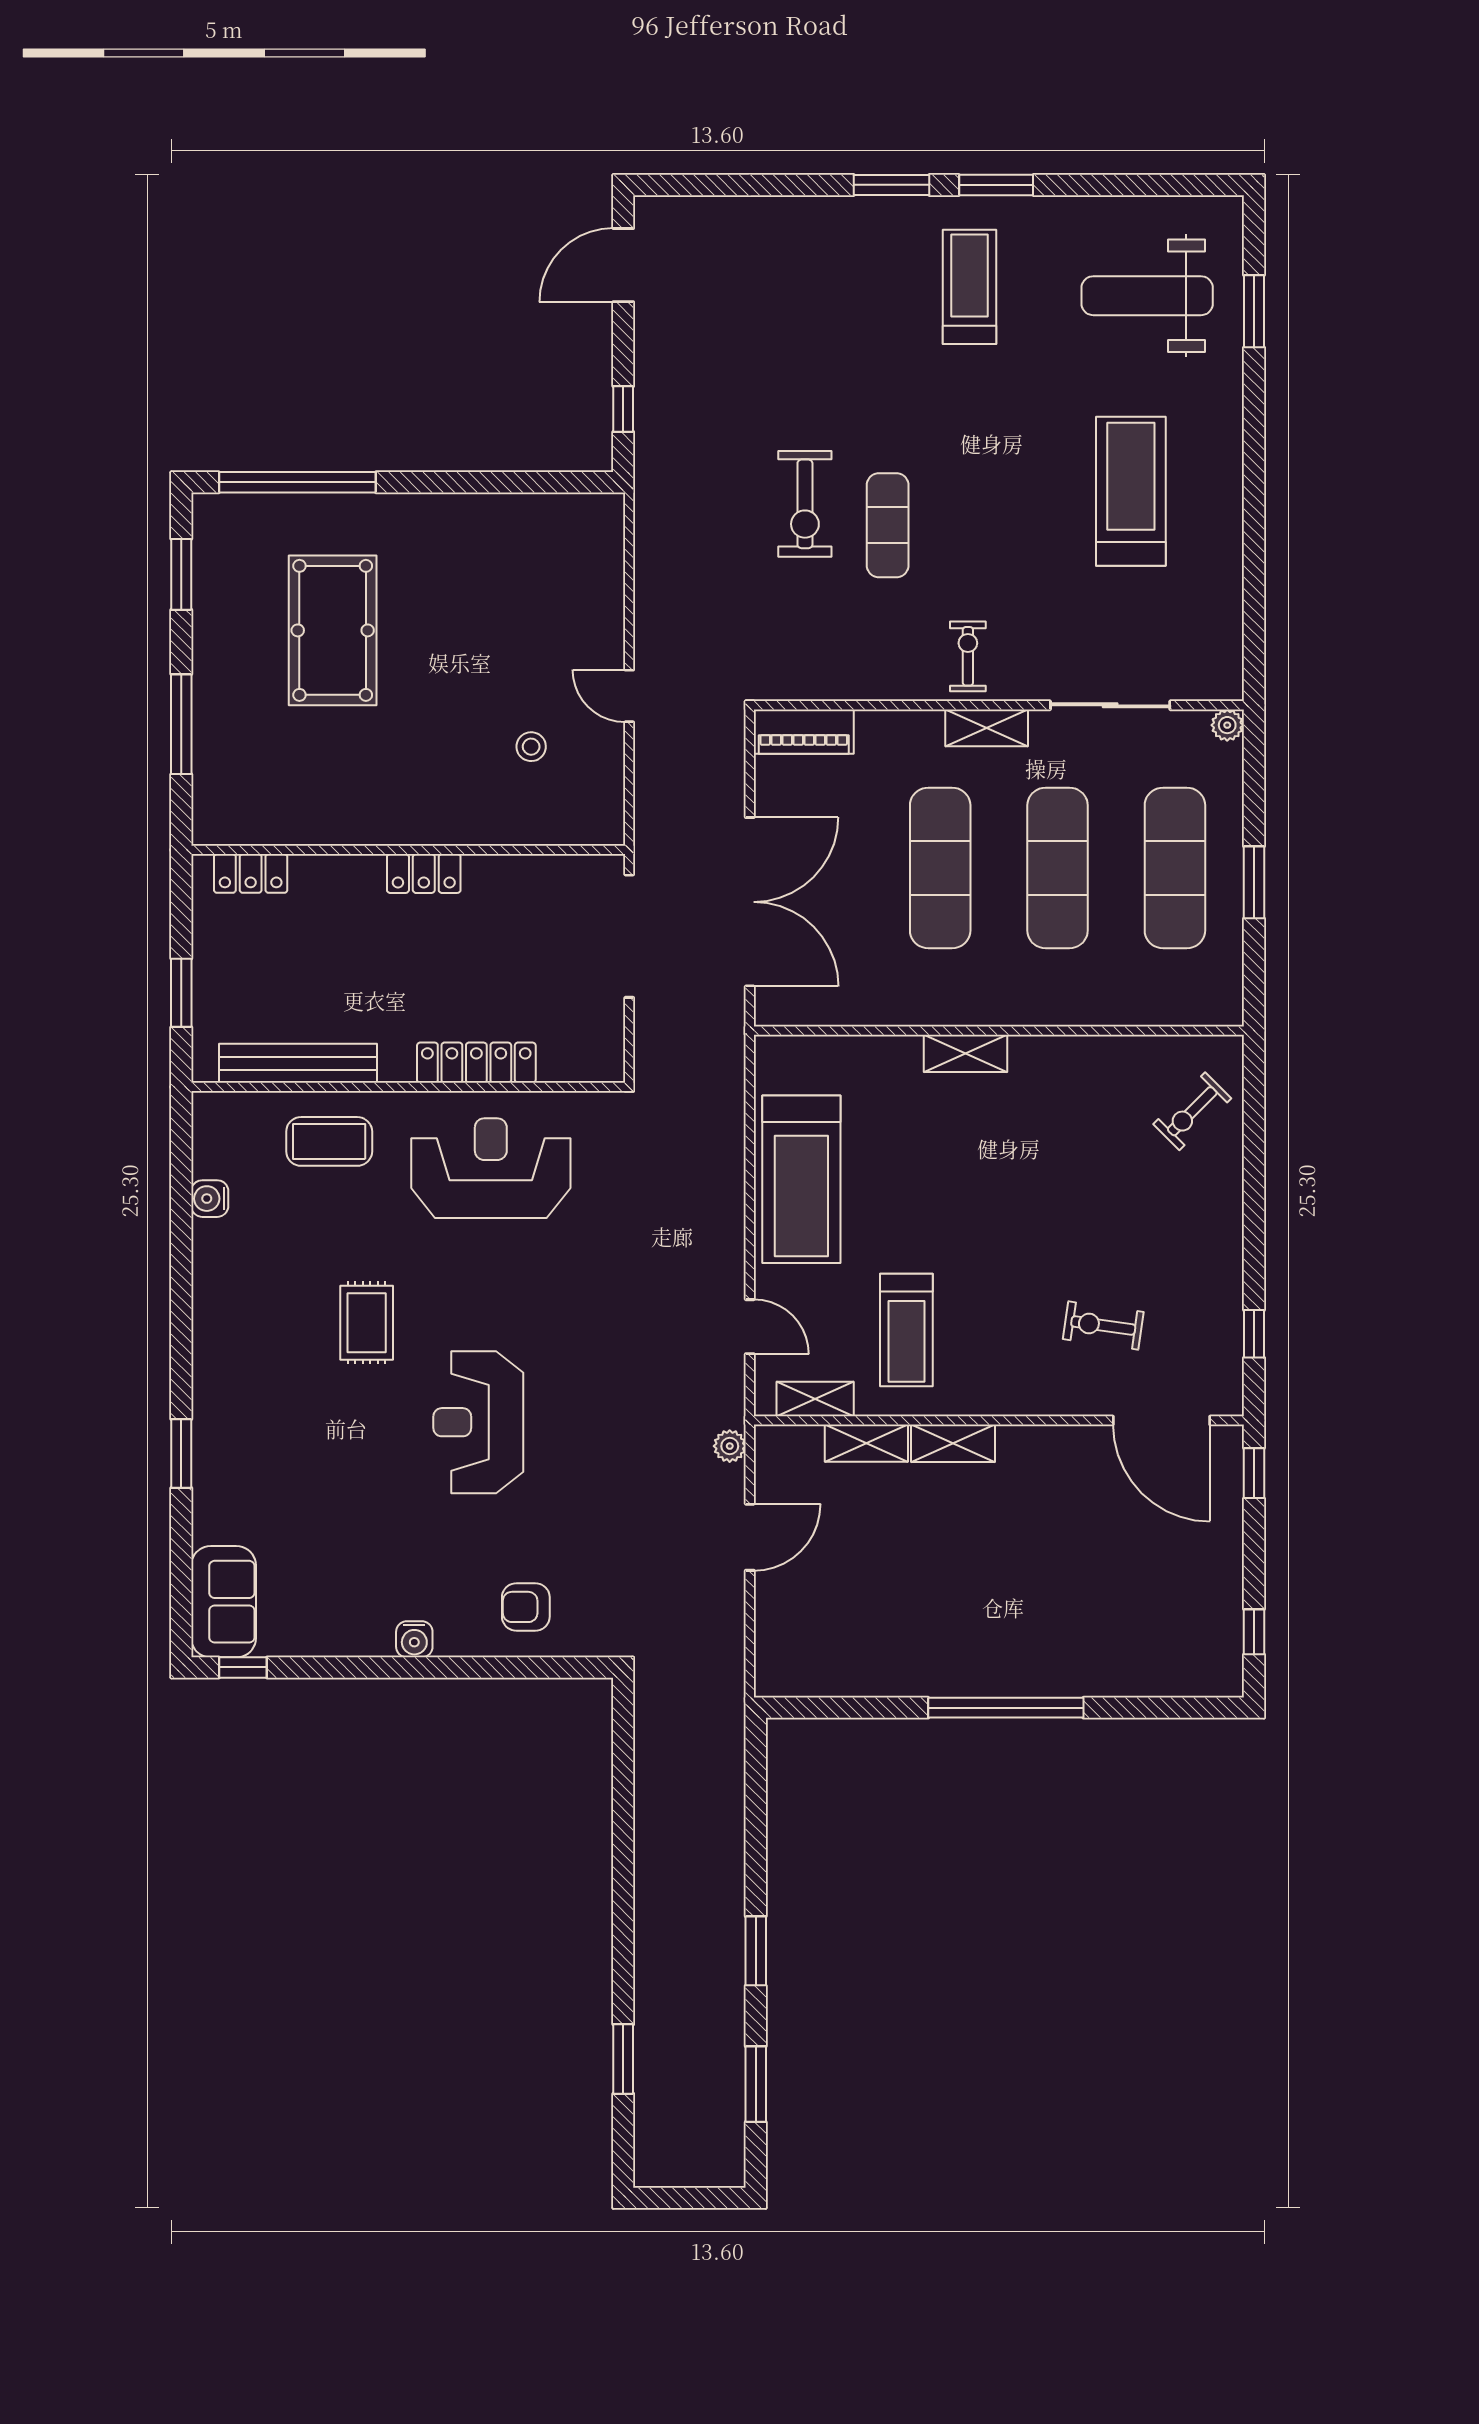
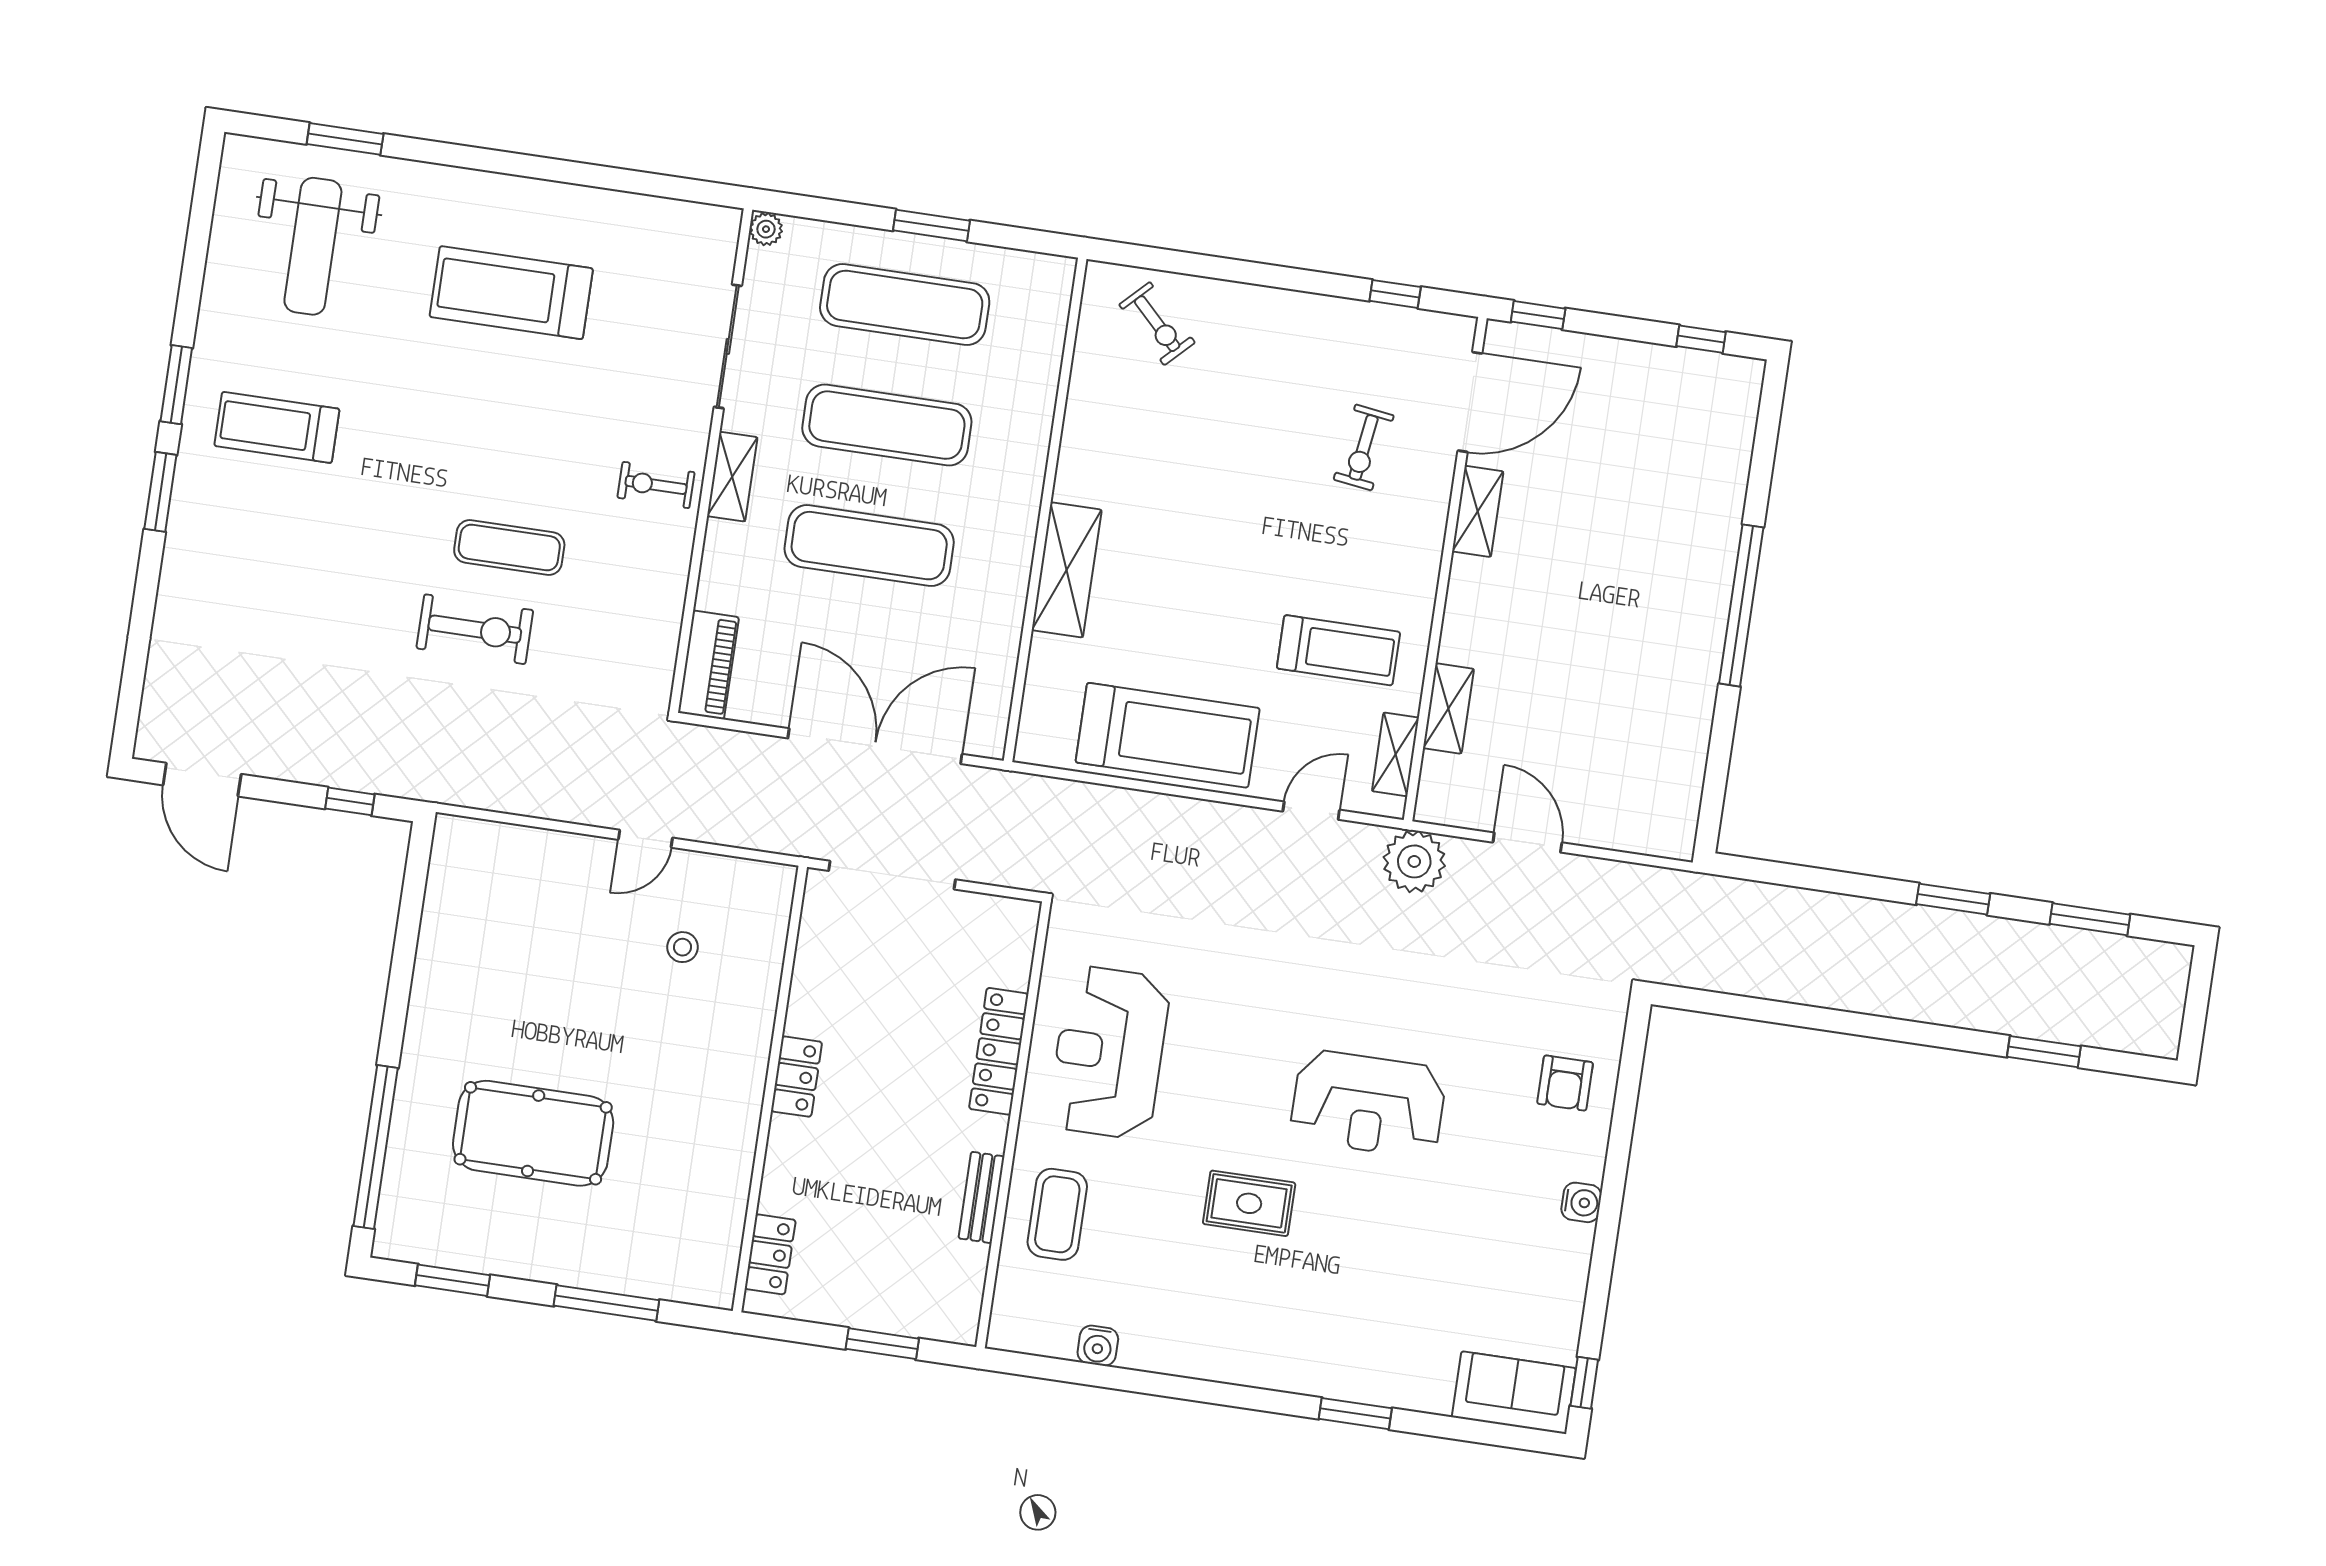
shelving: (966, 1053) -> (1067, 570), width x1.50, depth x1.33
bench: (298, 1063) -> (981, 1197), width x0.54, depth x0.82
shelving: (953, 1443) -> (1478, 511), moved
plant: (730, 1446) -> (1414, 861), width x1.87, depth x1.87

